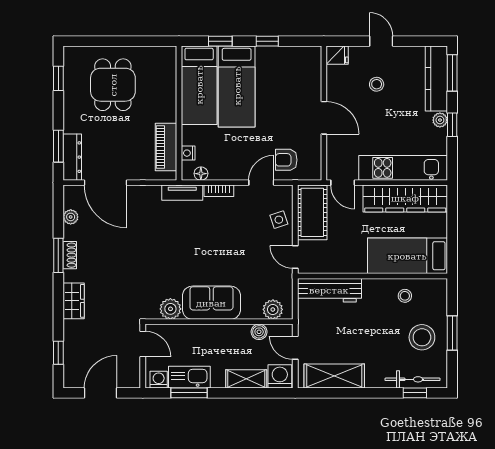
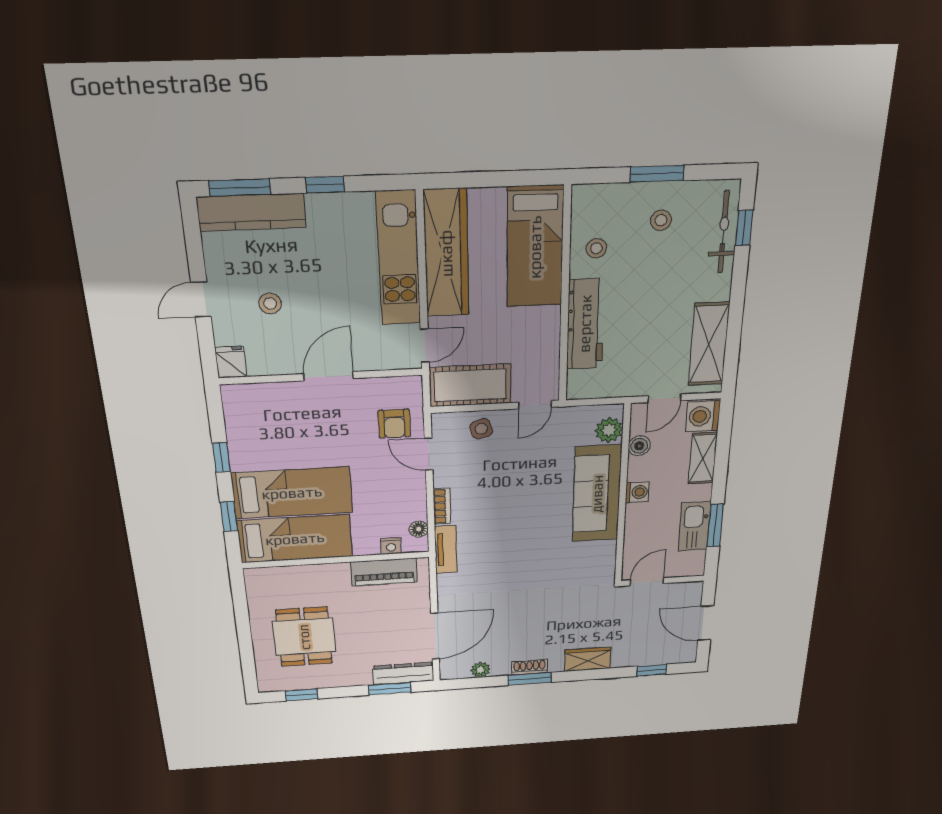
dining table: (113, 85) -> (304, 637), turned 90
plant: (440, 120) -> (319, 204), removed
workbench: (329, 290) -> (585, 324), moved
sofa: (211, 303) -> (597, 494), width x1.36
plant: (170, 309) -> (602, 554), removed
stool: (422, 337) -> (661, 220), width x0.53, depth x0.53
washing machine: (159, 380) -> (637, 492), moved, turned 180

